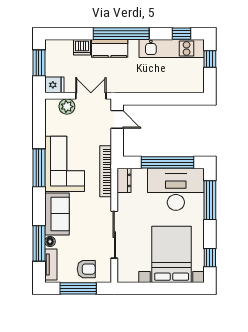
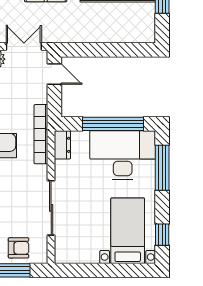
bed with nightstands: (172, 254) -> (128, 231), width x0.73

